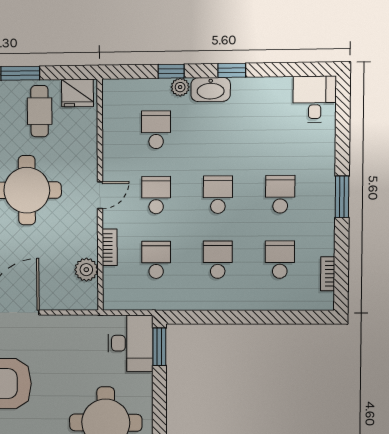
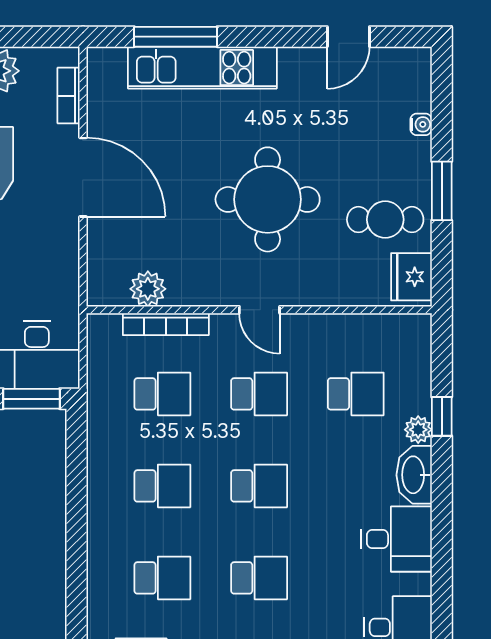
window: (232, 70) -> (442, 506), removed
desk: (254, 101) -> (397, 539), added
bookcase: (110, 247) -> (166, 324), width x1.56

